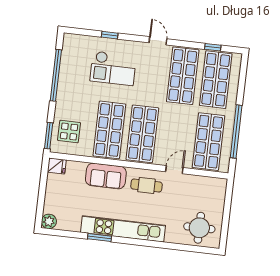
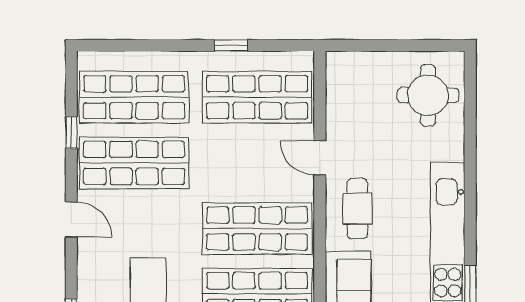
door: (158, 41) -> (71, 219), swing flipped
window: (213, 47) -> (71, 132), moved
window: (236, 131) -> (231, 45), width x0.32

